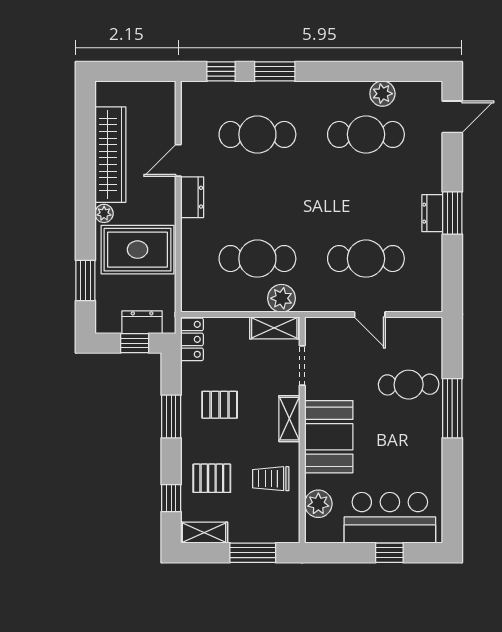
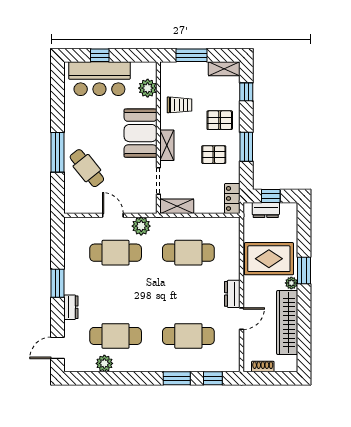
shoe rack: (147, 89) -> (263, 367), added
dresser: (432, 213) -> (71, 307), moved
window: (85, 281) -> (304, 271), moved
plant: (281, 298) -> (141, 226), moved
cafe table: (409, 385) -> (87, 168), turned 52
pallet: (212, 478) -> (220, 120), moved

